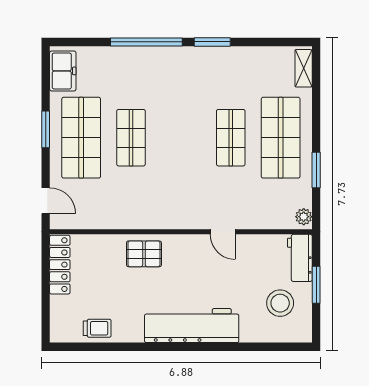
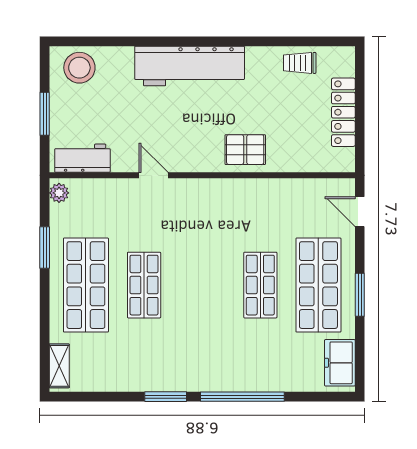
workbench: (300, 258) -> (82, 158), moved, turned -90
locker: (60, 265) -> (343, 112), moved
stool: (280, 303) -> (79, 68), moved

